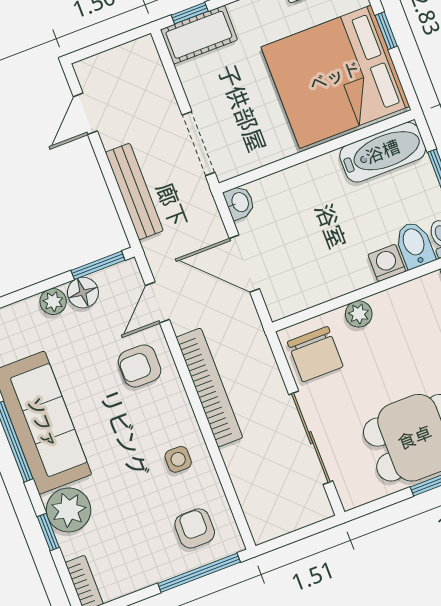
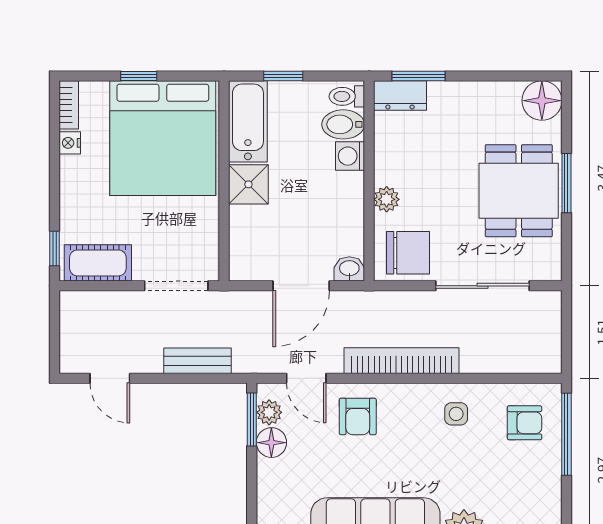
cot: (199, 35) -> (98, 263), moved, turned 90
shower: (322, 176) -> (248, 184), added
bench: (134, 192) -> (197, 361), width x0.73
washbasin: (239, 202) -> (349, 269), moved
plant: (53, 302) -> (269, 412), moved
armchair: (195, 528) -> (525, 423), turned 180

